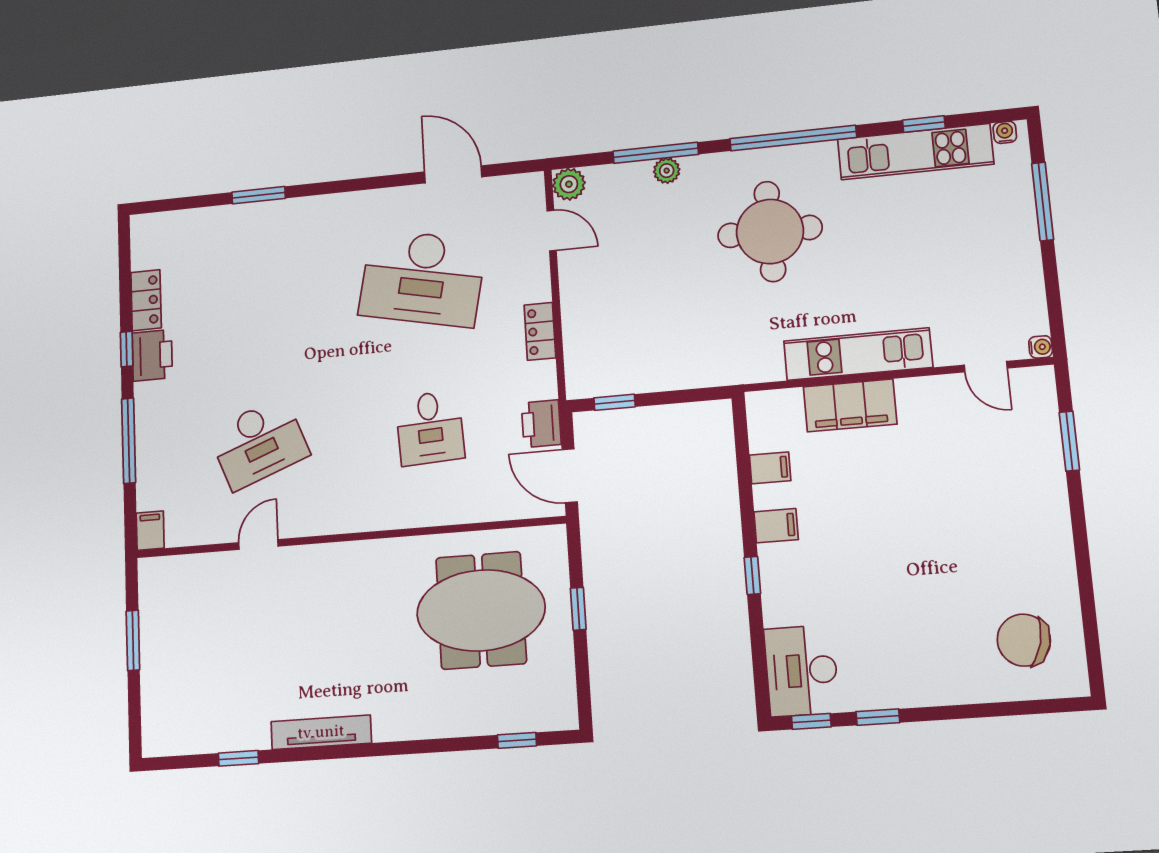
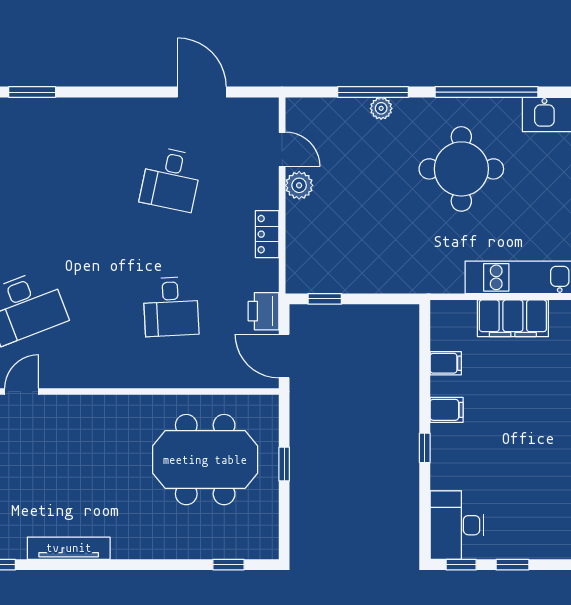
plant: (569, 184) -> (299, 185), moved
desk: (422, 278) -> (171, 179), width x0.53, depth x0.77

